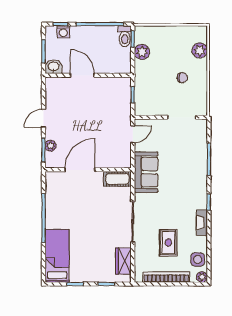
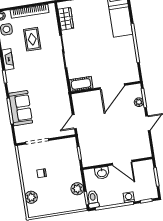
washing machine: (63, 32) -> (129, 197), moved
washbasin: (53, 67) -> (102, 173), moved
sofa: (146, 172) -> (21, 108), moved, turned 180

